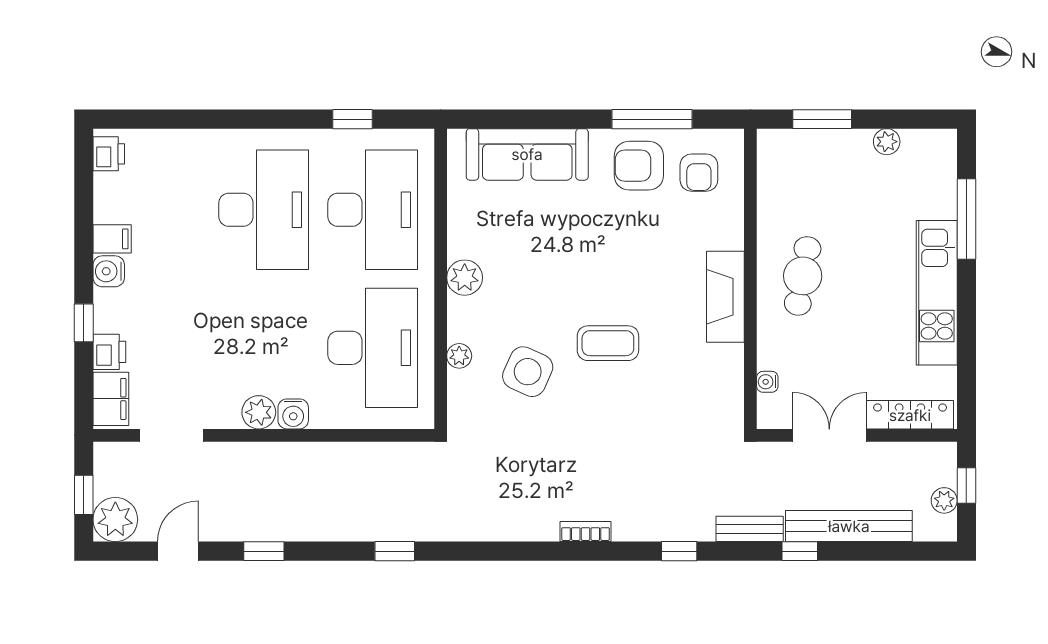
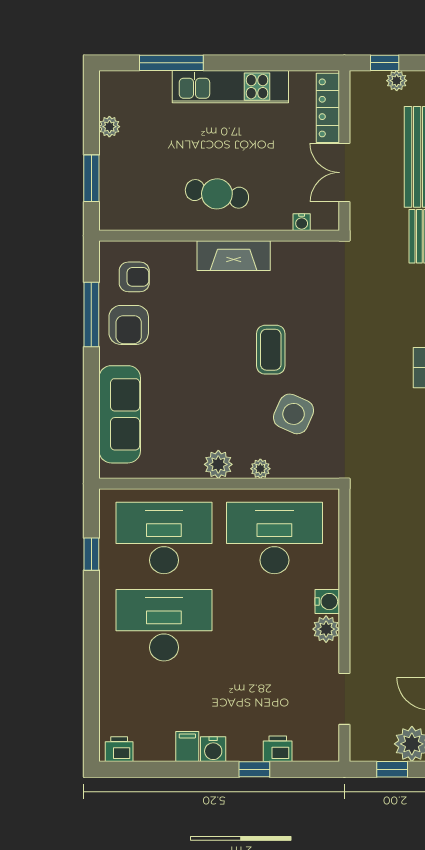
plant: (459, 356) -> (260, 469), moved
filing cabinet: (111, 399) -> (315, 747), removed

